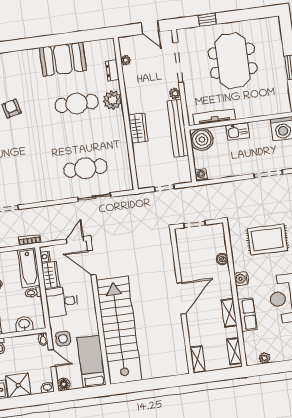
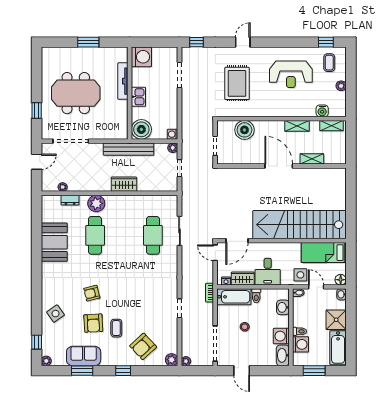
plant: (175, 93) -> (173, 148), moved
tv unit: (214, 117) -> (123, 81), moved
boiler: (222, 259) -> (244, 130), width x1.86, depth x1.86
water cooler: (241, 279) -> (322, 111), moved
row of seats: (247, 315) -> (301, 110), removed
door: (52, 358) -> (316, 287), hinge flipped
plant: (265, 358) -> (341, 86), moved
shelving: (198, 359) -> (312, 159), moved

